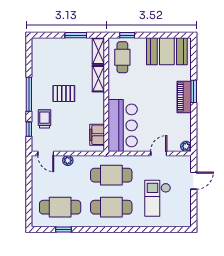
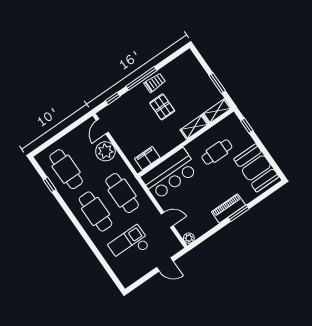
cafe table: (122, 57) -> (217, 152), moved
trolley: (44, 119) -> (155, 83), moved
plant: (68, 160) -> (105, 151), width x1.88, depth x1.88

